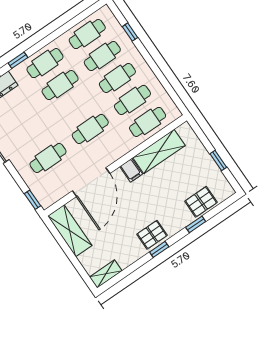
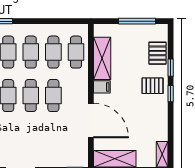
cafe table: (48, 158) -> (31, 96), moved
window: (218, 161) -> (137, 21), width x2.17
pallet: (152, 235) -> (153, 86), moved, turned 90
window: (159, 249) -> (171, 94), moved

